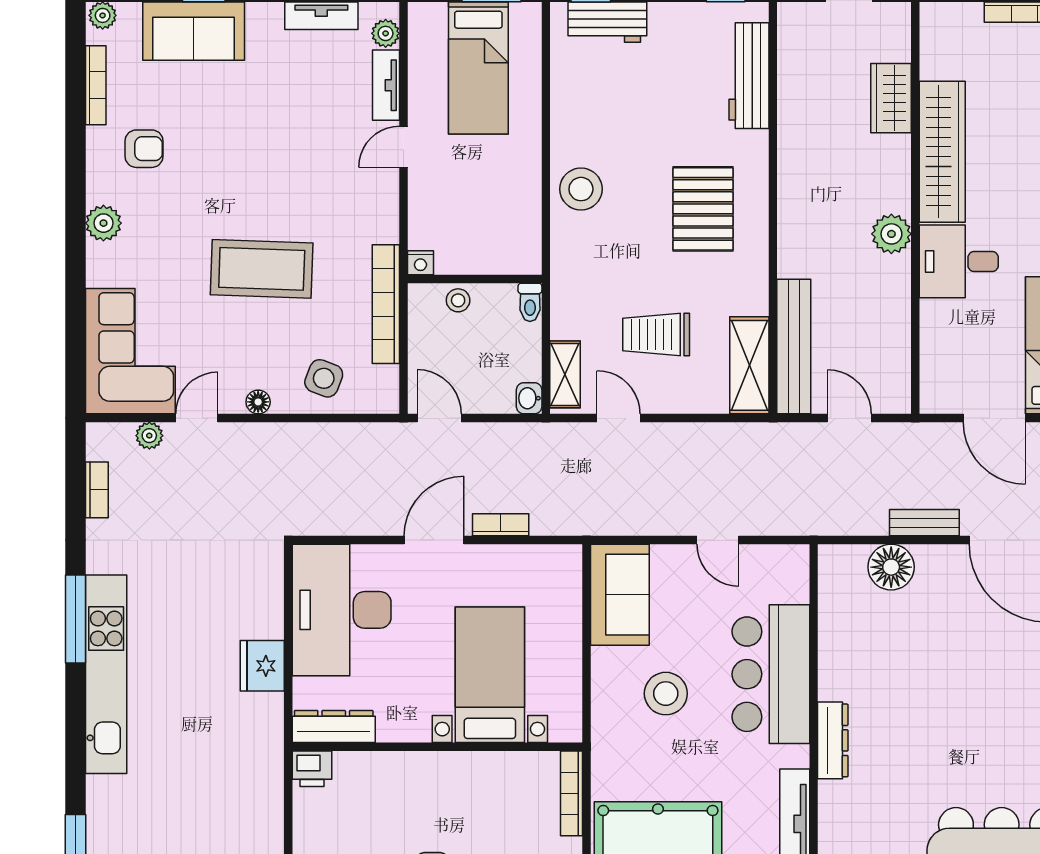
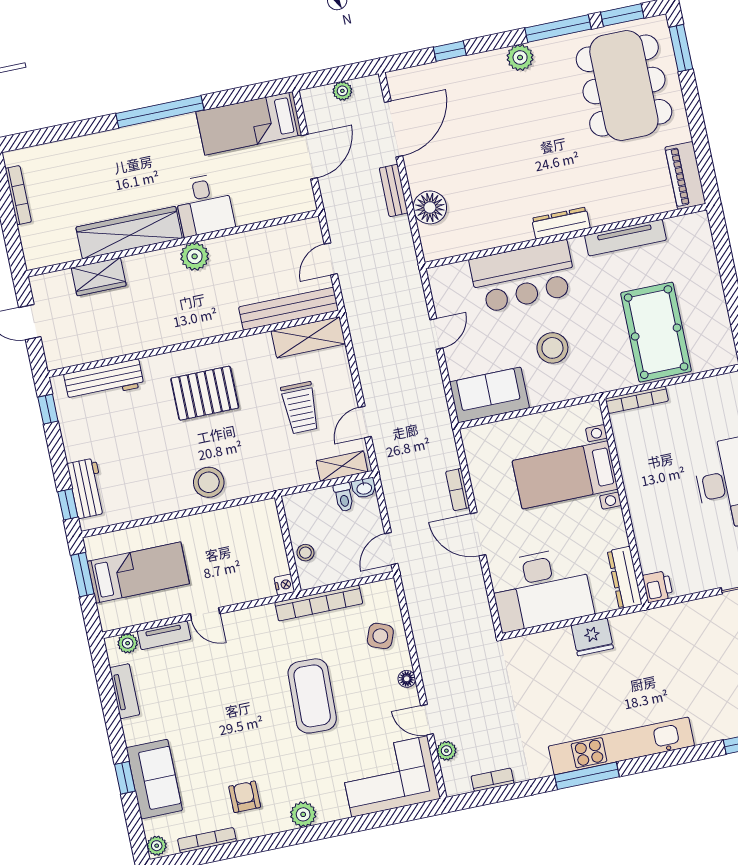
toilet: (530, 302) -> (344, 497), moved, turned 90

